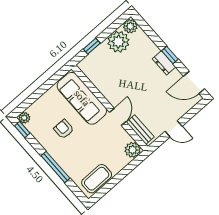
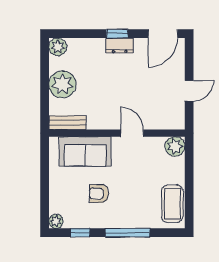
plant: (118, 42) -> (62, 84), moved
window: (92, 46) -> (45, 99), removed
sofa: (82, 98) -> (85, 151), width x0.73
window: (22, 129) -> (80, 233), moved
bench: (140, 130) -> (67, 123), moved

